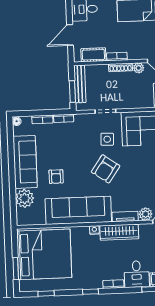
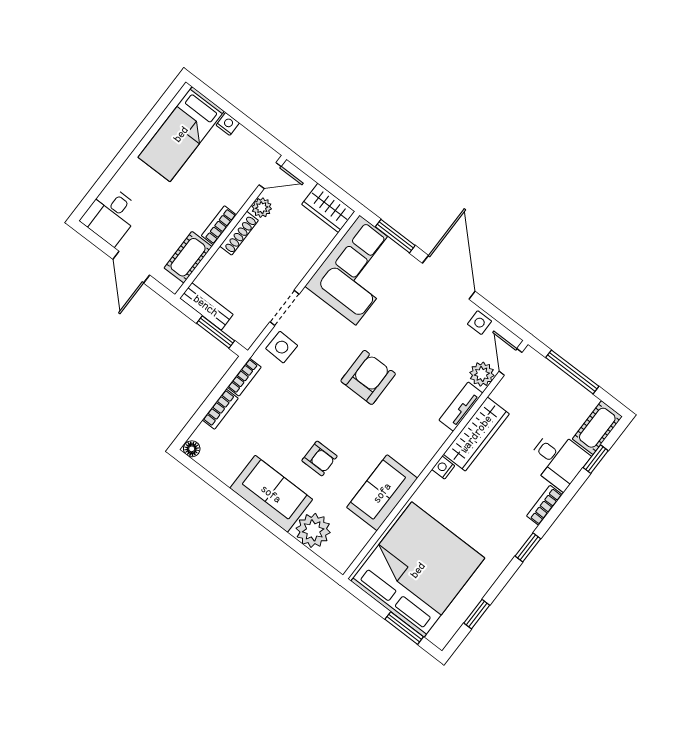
bench: (80, 84) -> (206, 306), width x0.73
side table: (107, 139) -> (282, 347), moved
sofa: (25, 162) -> (271, 494), width x0.73
armchair: (106, 169) -> (368, 377), turned -125
sofa: (78, 210) -> (382, 493), width x0.54, depth x0.79

